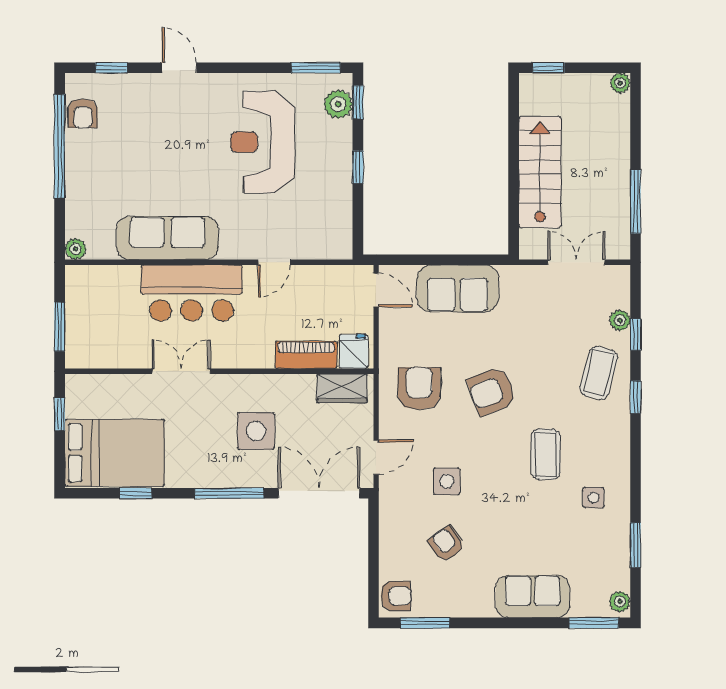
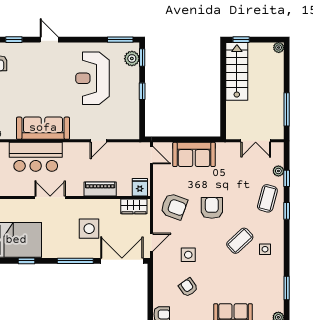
stairs: (540, 172) -> (237, 71), moved
double door: (576, 262) -> (256, 141), swing flipped
bar counter: (192, 293) -> (36, 157), moved
piano: (306, 355) -> (100, 189), moved
armchair: (419, 389) -> (174, 206), turned 110
armchair: (492, 391) -> (212, 208), turned 111
coffee table: (546, 454) -> (240, 241), turned 47
side table: (593, 498) -> (265, 249), moved

